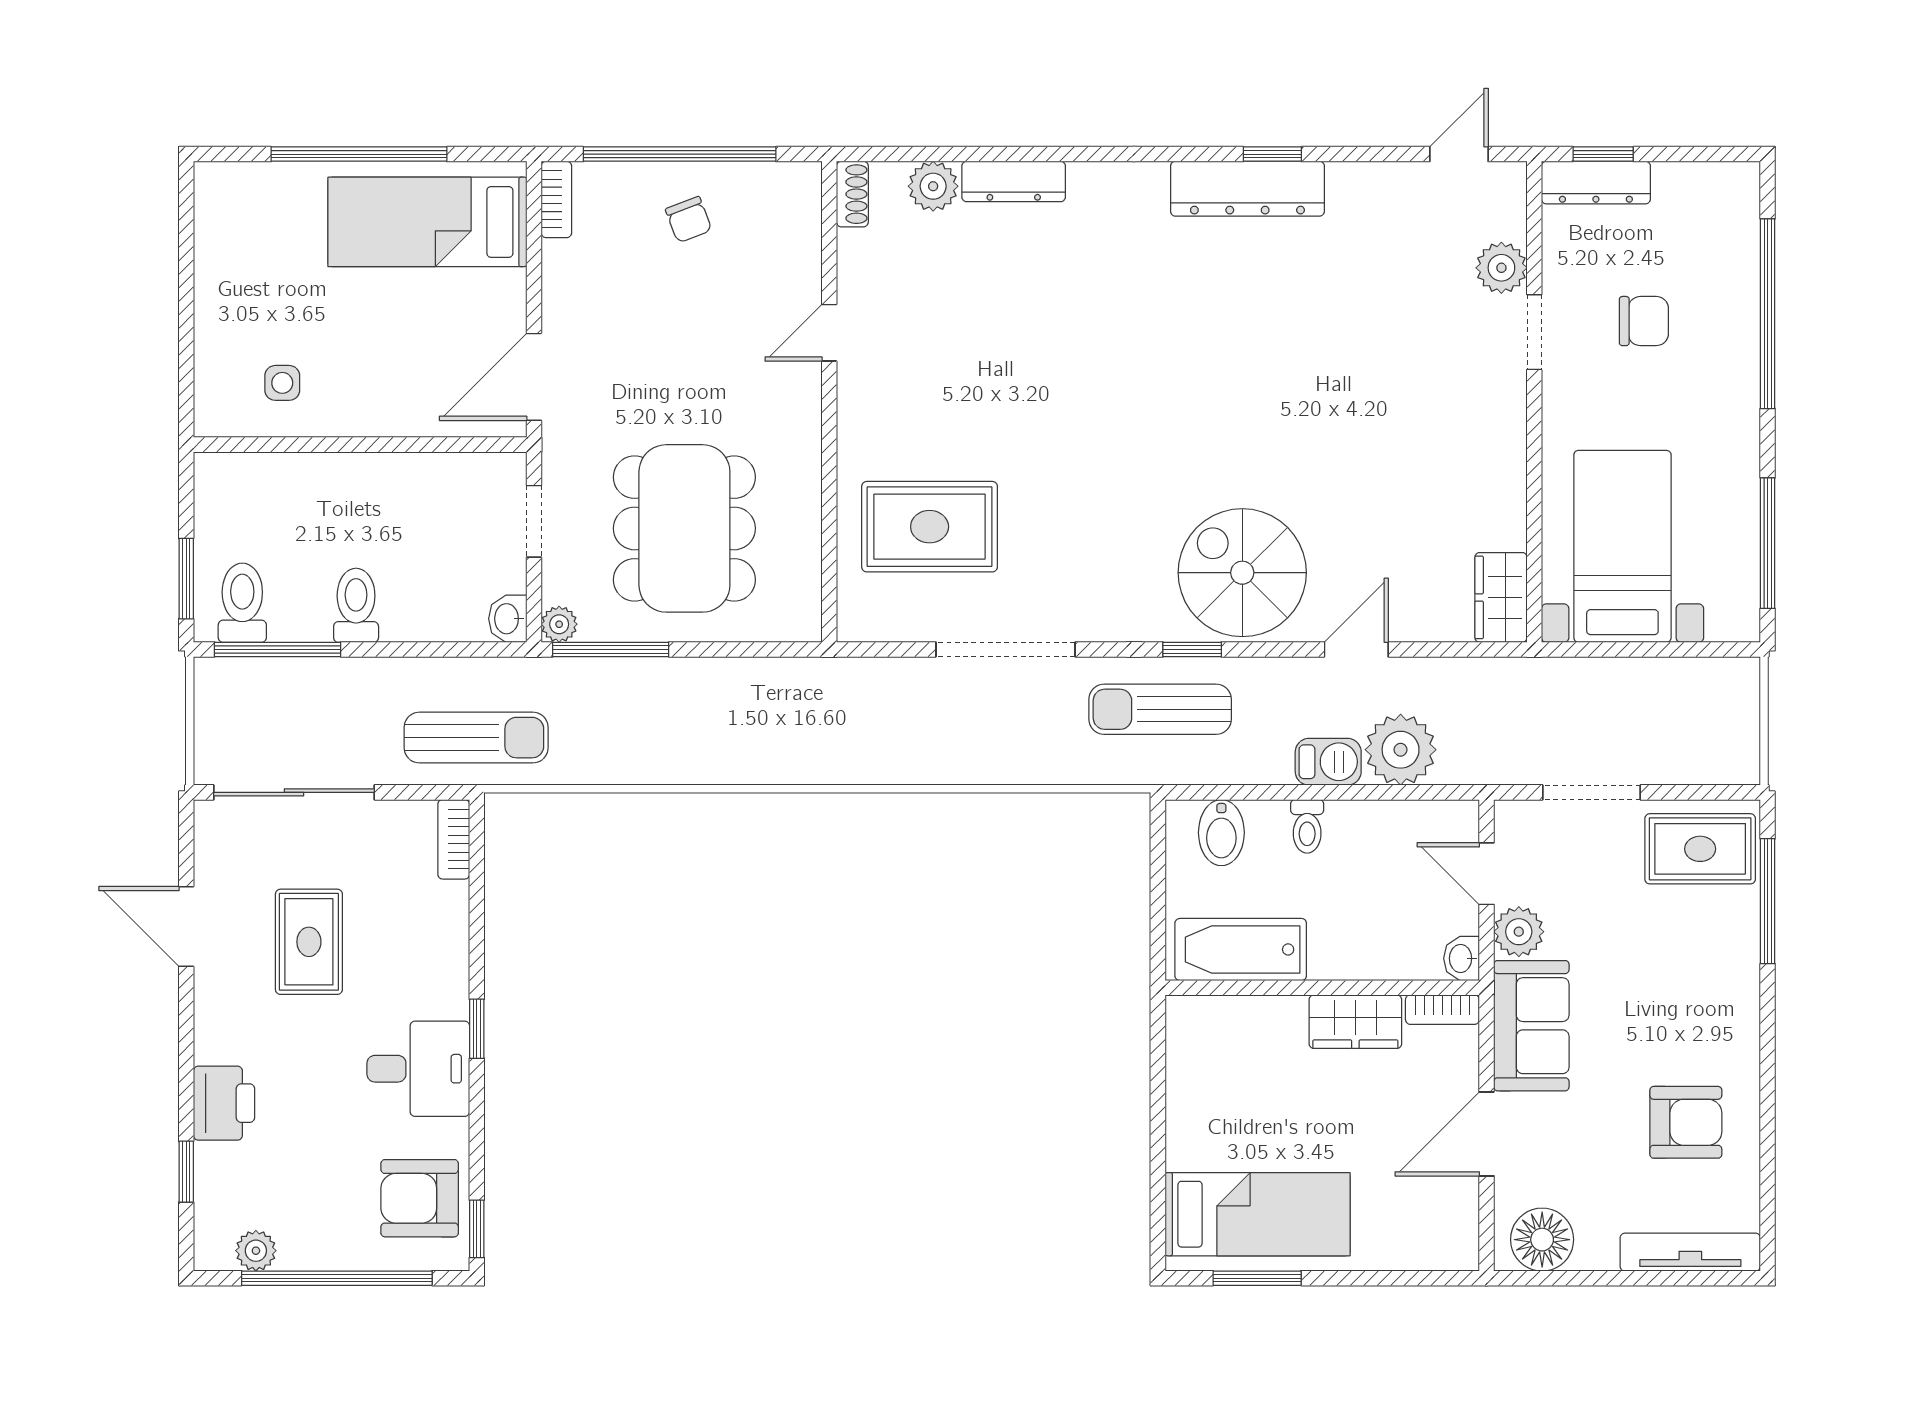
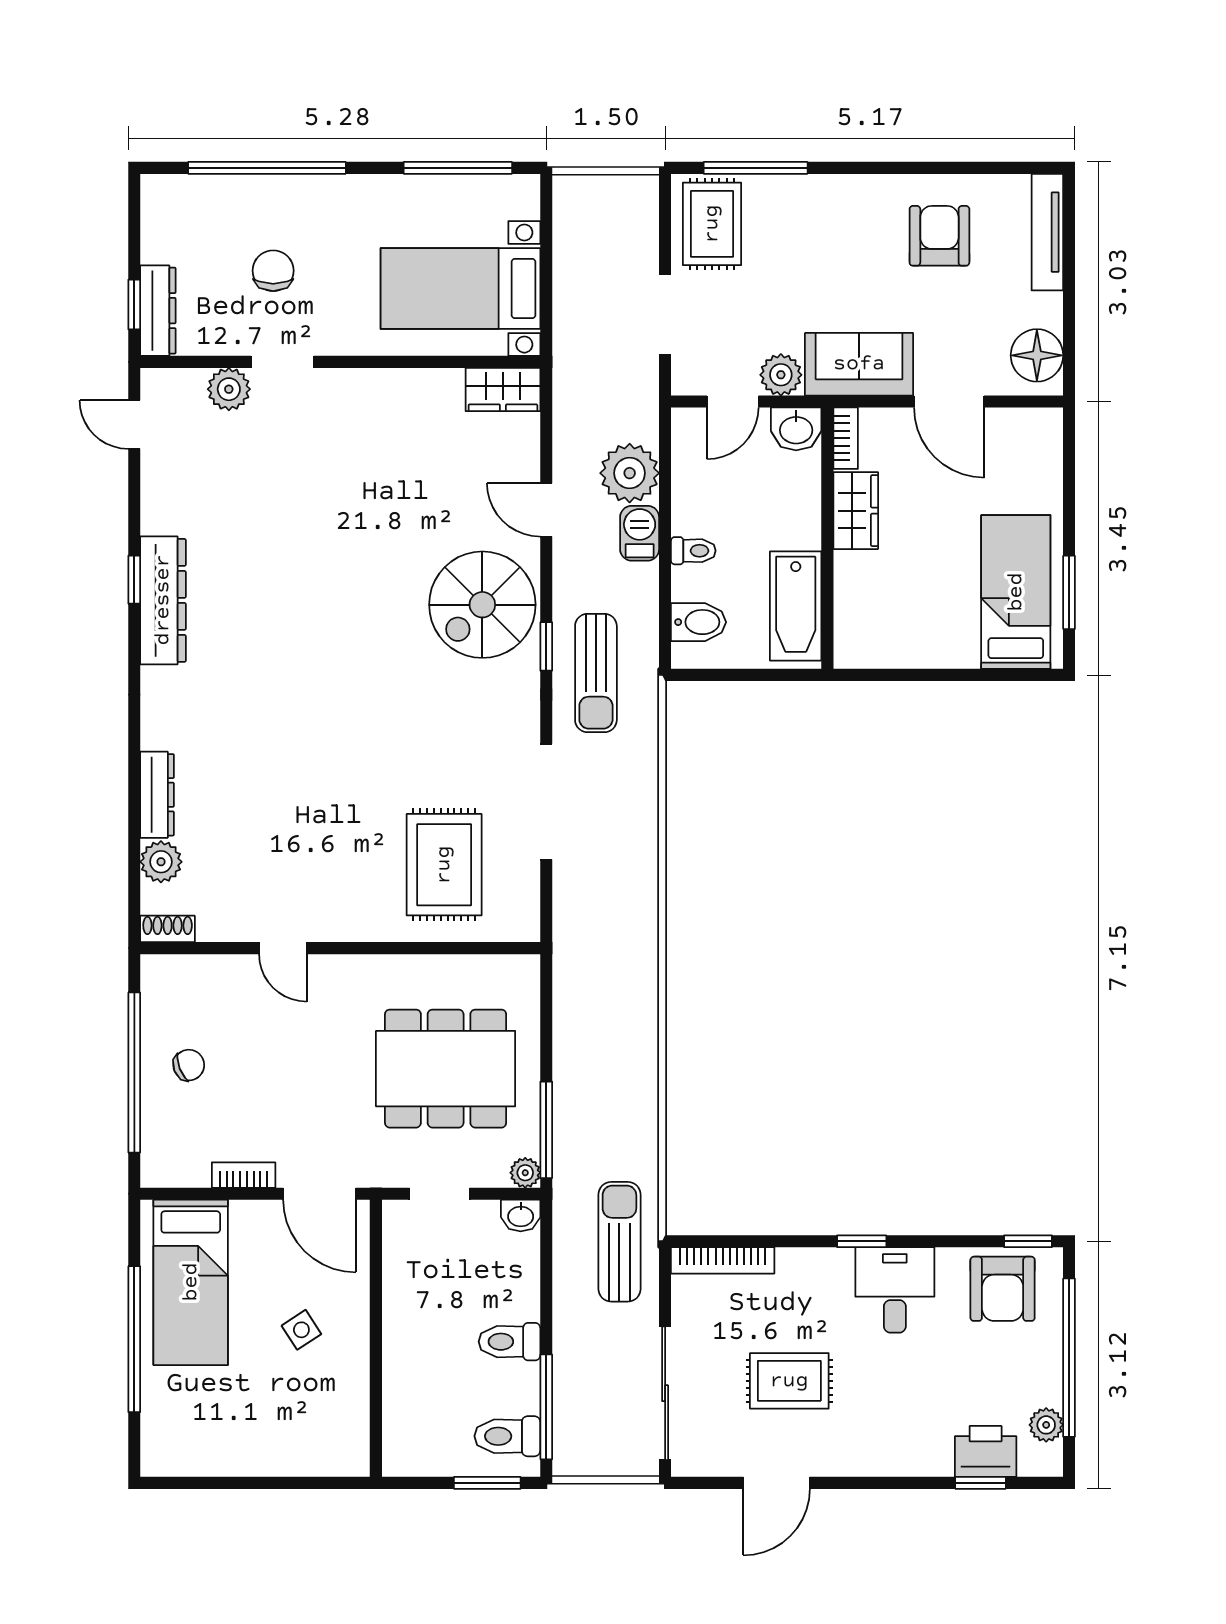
bookcase: (556, 199) -> (244, 1175), moved
side table: (282, 383) -> (301, 1330), moved, turned -33
bookcase: (454, 839) -> (723, 1260), width x1.56
washbasin: (1462, 958) -> (796, 429), width x1.38, depth x1.45
printer: (224, 1103) -> (986, 1451), moved

